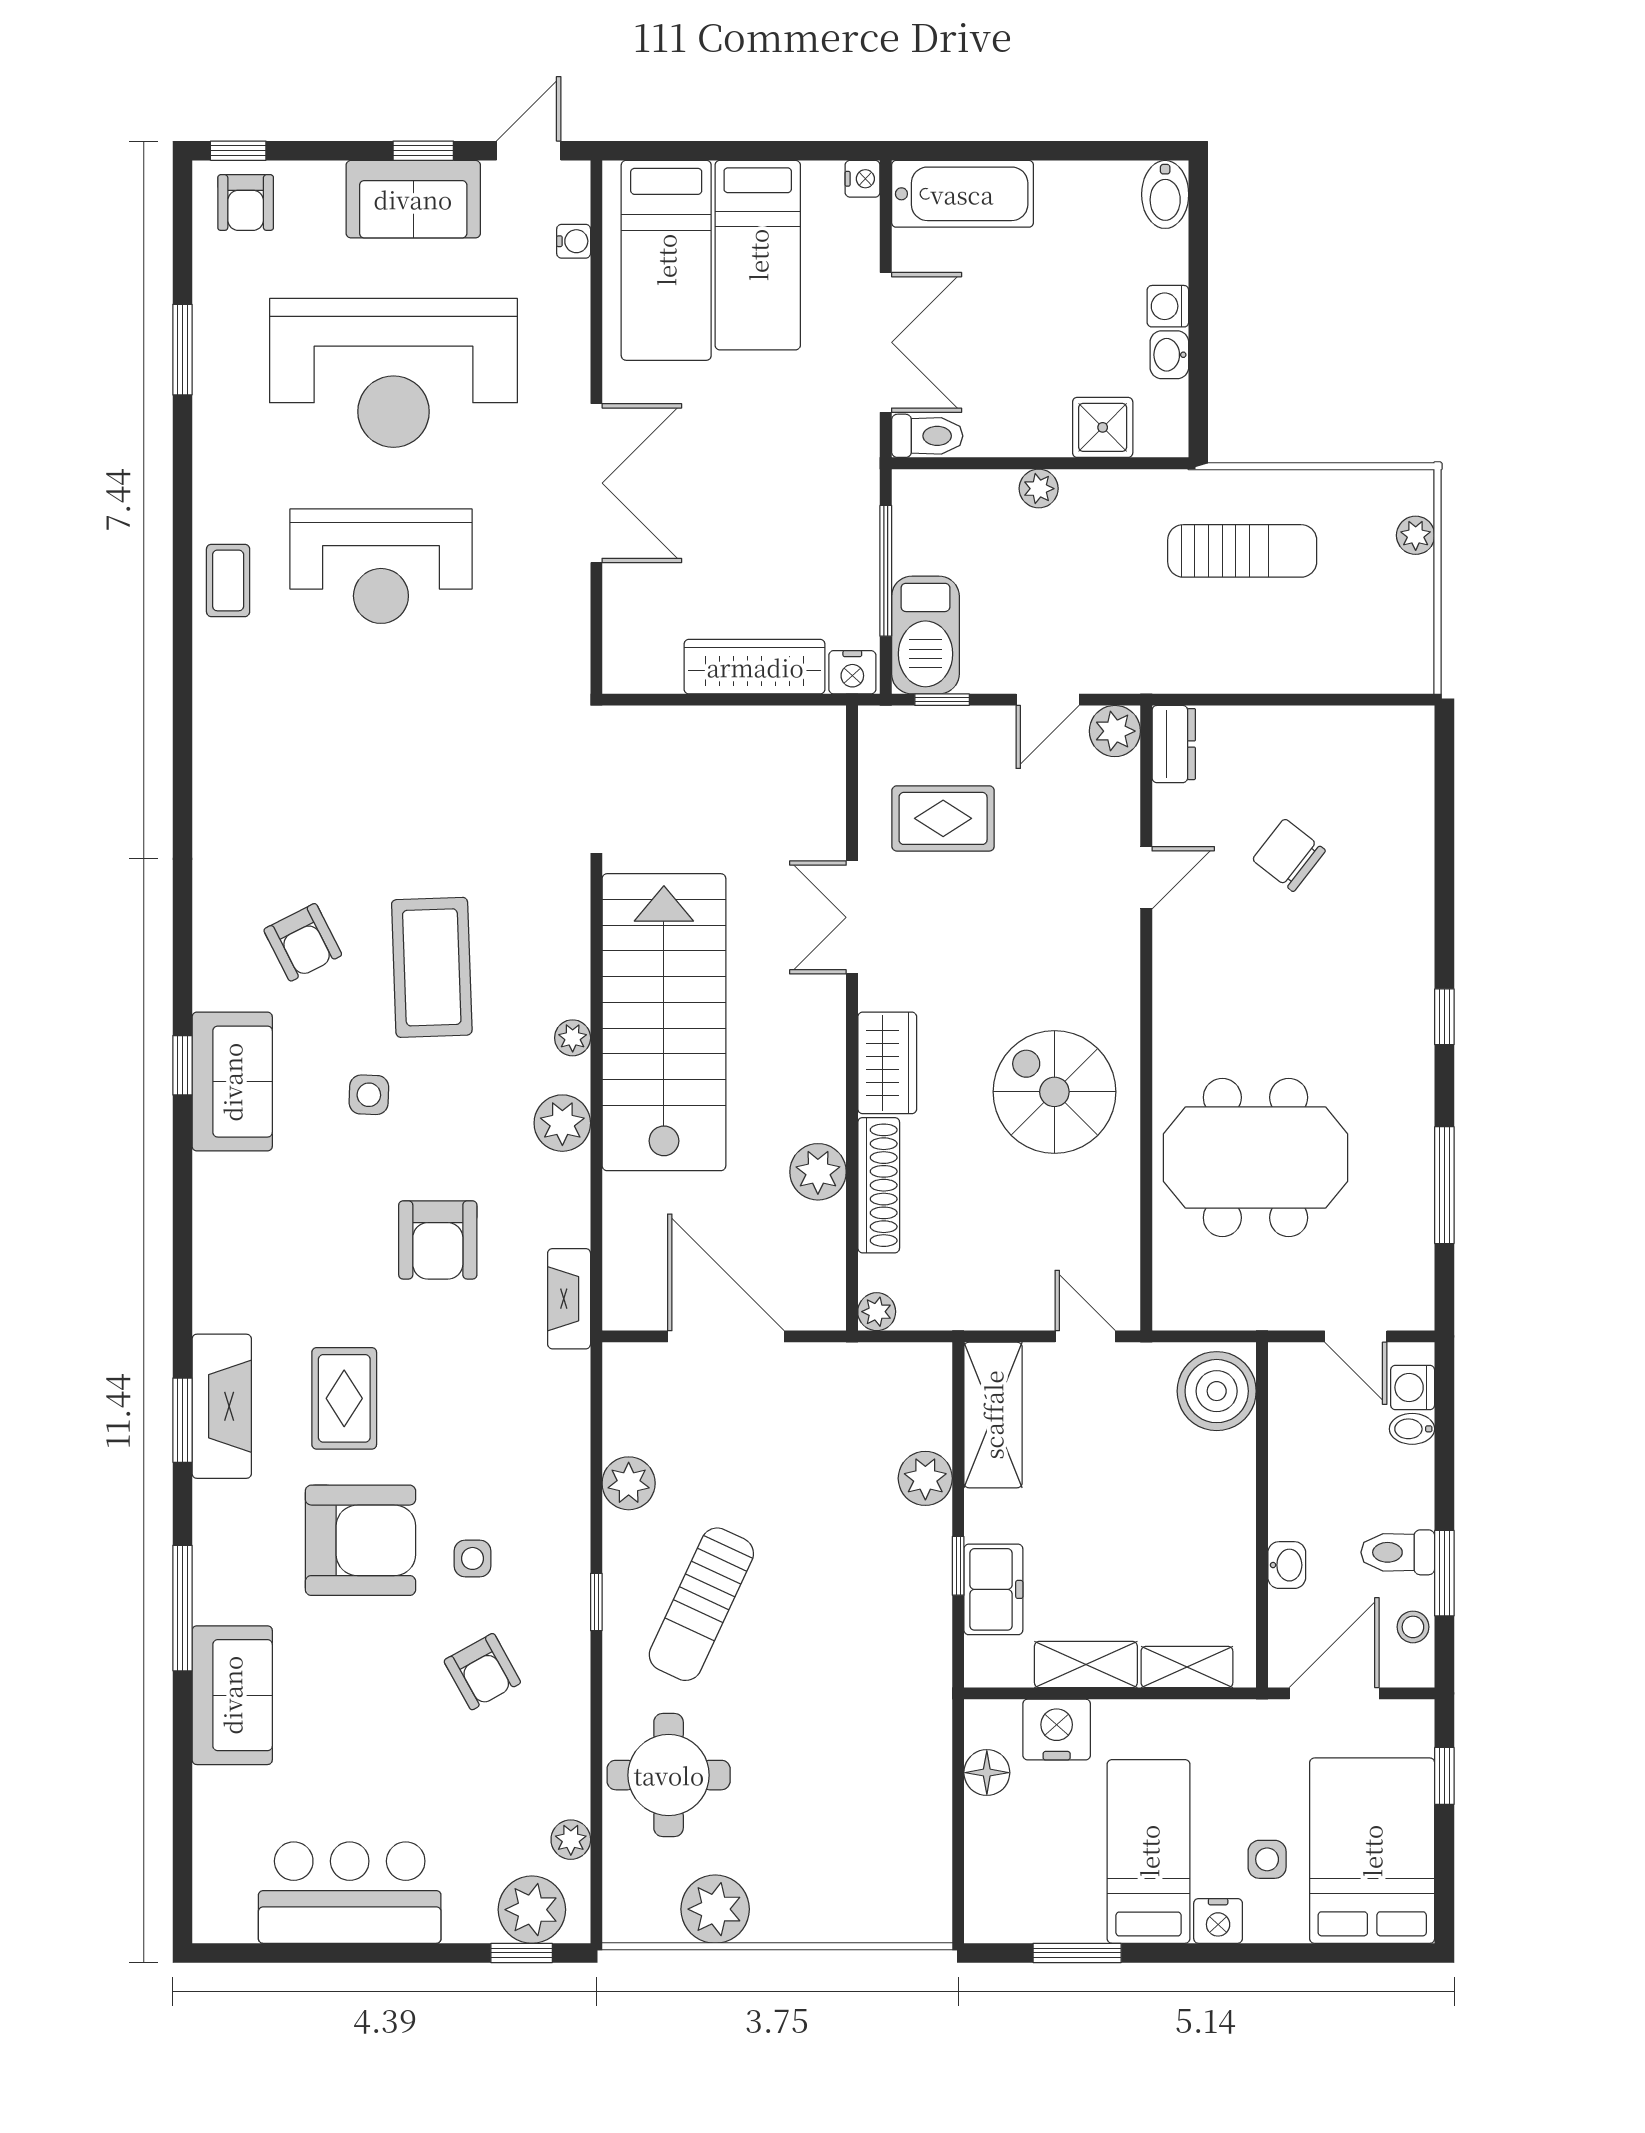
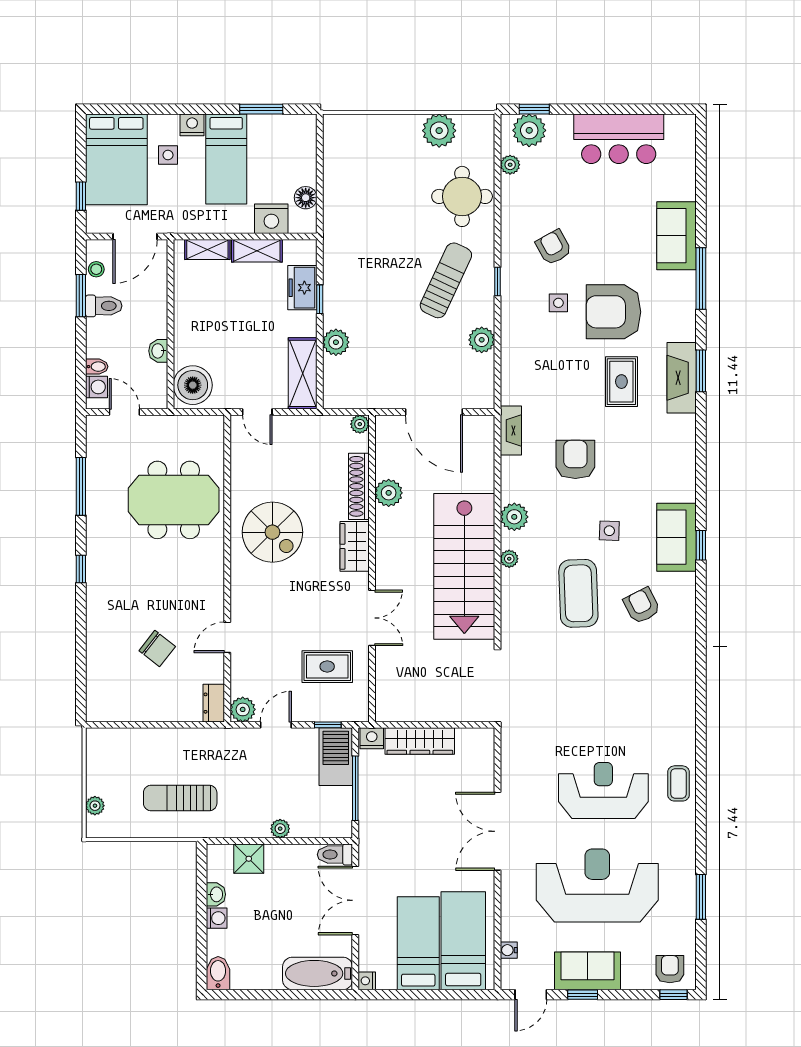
washbasin: (1287, 1565) -> (158, 351), moved

